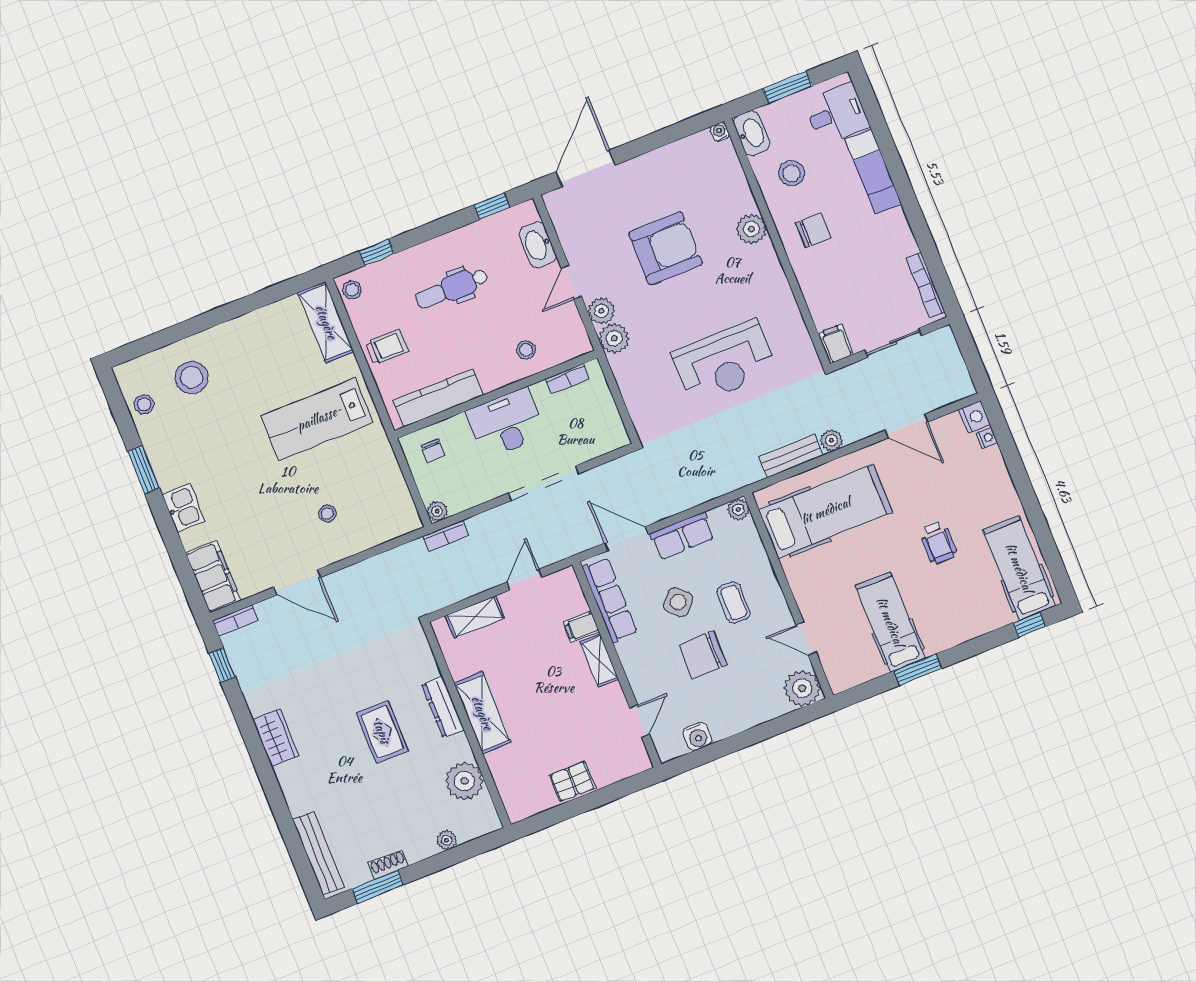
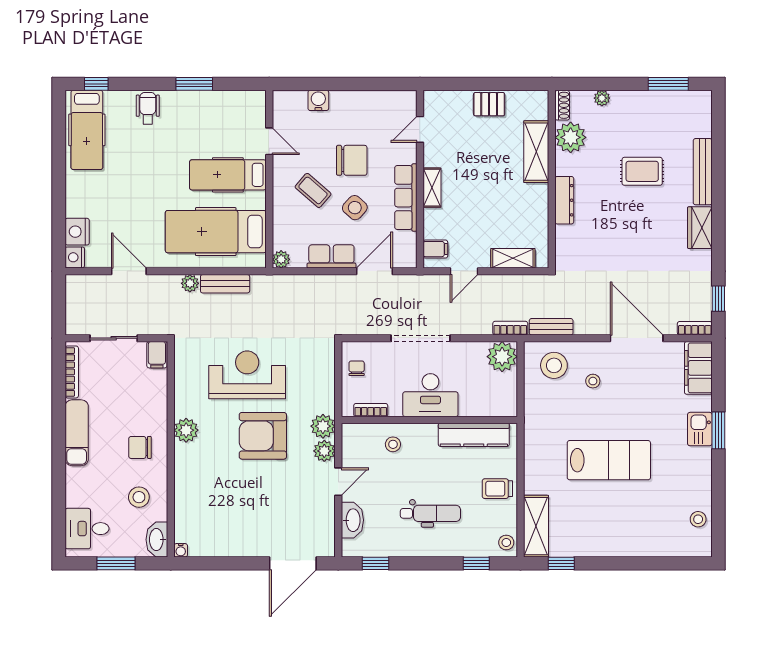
exam couch: (873, 172) -> (77, 433), moved
plant: (751, 229) -> (186, 430), moved
armchair: (666, 248) -> (263, 436), moved
window: (280, 291) -> (561, 563), added
stool: (192, 378) -> (554, 365), moved
lab bench: (317, 419) -> (609, 460), moved
nightstand: (987, 438) -> (77, 232), width x1.89, depth x1.79
chair: (433, 451) -> (357, 368), moved
window: (144, 470) -> (718, 430), moved
plant: (437, 511) -> (502, 357), width x1.88, depth x1.88
door: (626, 539) -> (375, 271), swing flipped
wheelchair: (938, 542) -> (148, 108), moved
bench: (400, 556) -> (551, 327), added
door: (297, 582) -> (637, 338), width x1.36
row of seats: (610, 600) -> (406, 198), moved
coffee table: (734, 603) -> (313, 190), turned -49
hospital bed: (890, 622) -> (228, 175), moved, turned 90
filing cabinet: (581, 627) -> (435, 249), moved
plant: (802, 688) -> (287, 105), removed
shelving: (482, 713) -> (536, 152), moved
rug: (382, 732) -> (642, 171), moved, turned 90
water cooler: (698, 736) -> (318, 100), moved
bench: (318, 853) -> (703, 172), moved
shoe rack: (388, 865) -> (562, 105), moved, turned -90

